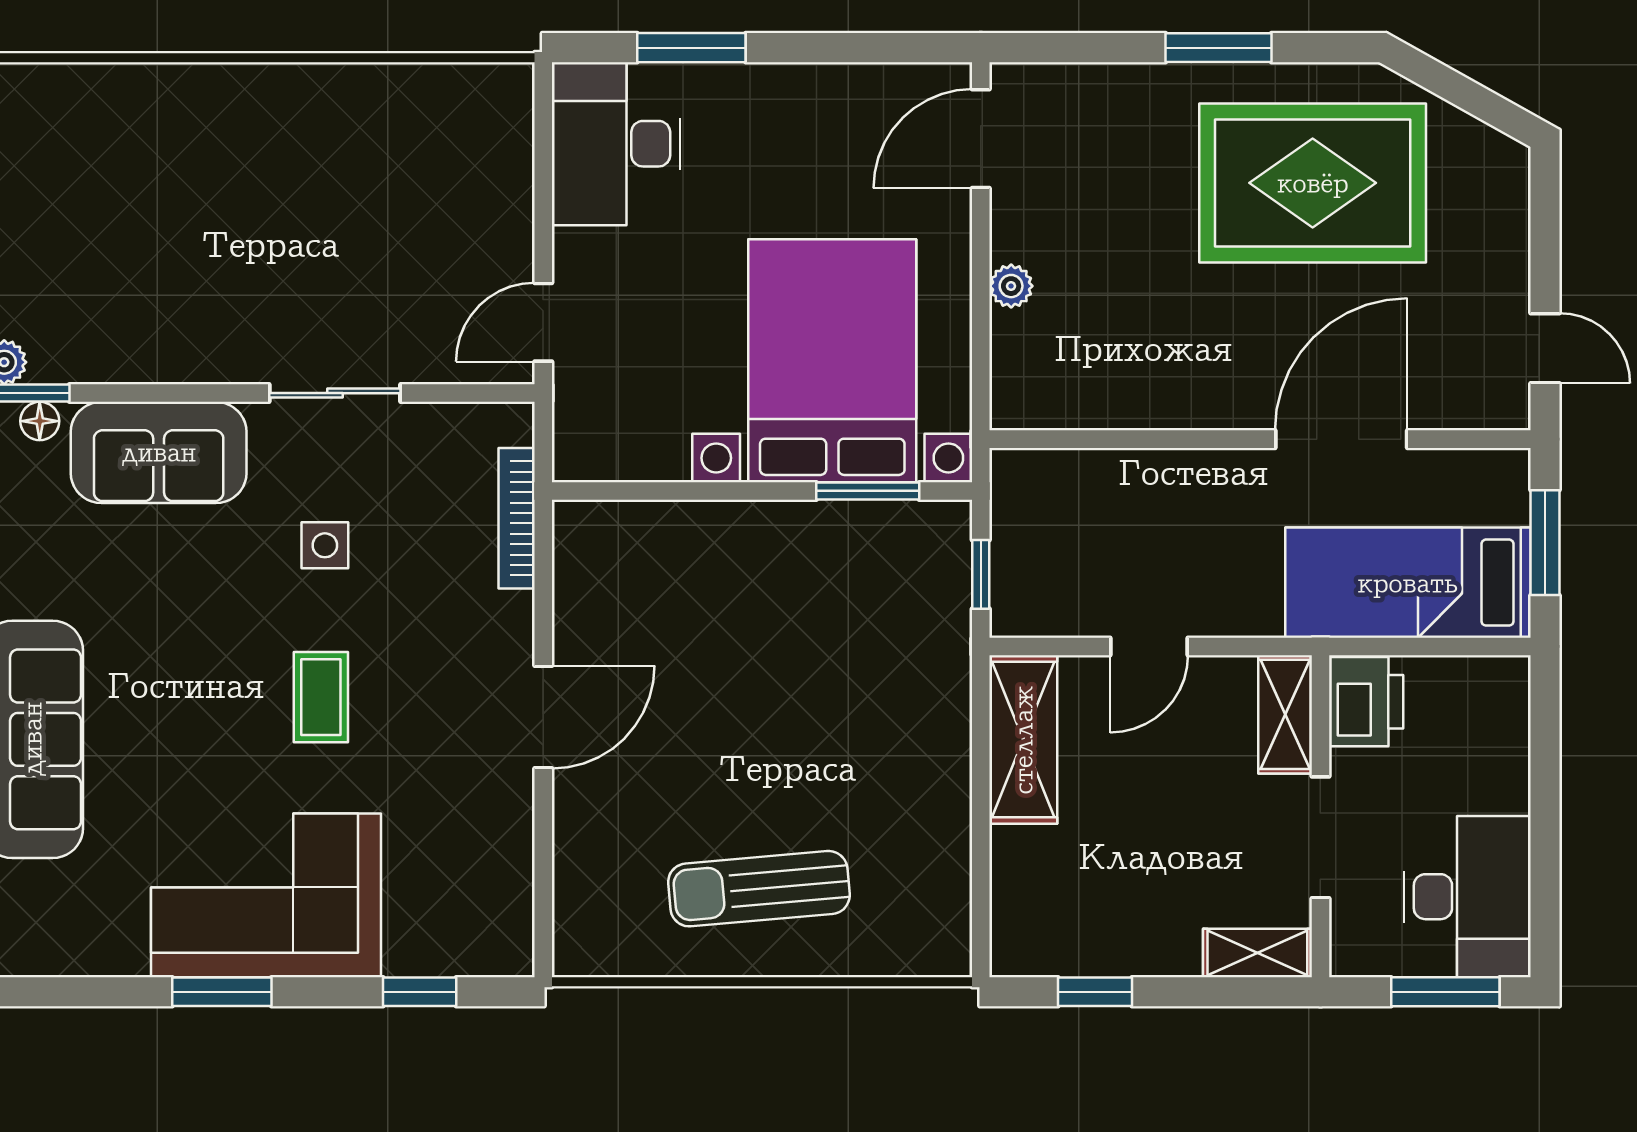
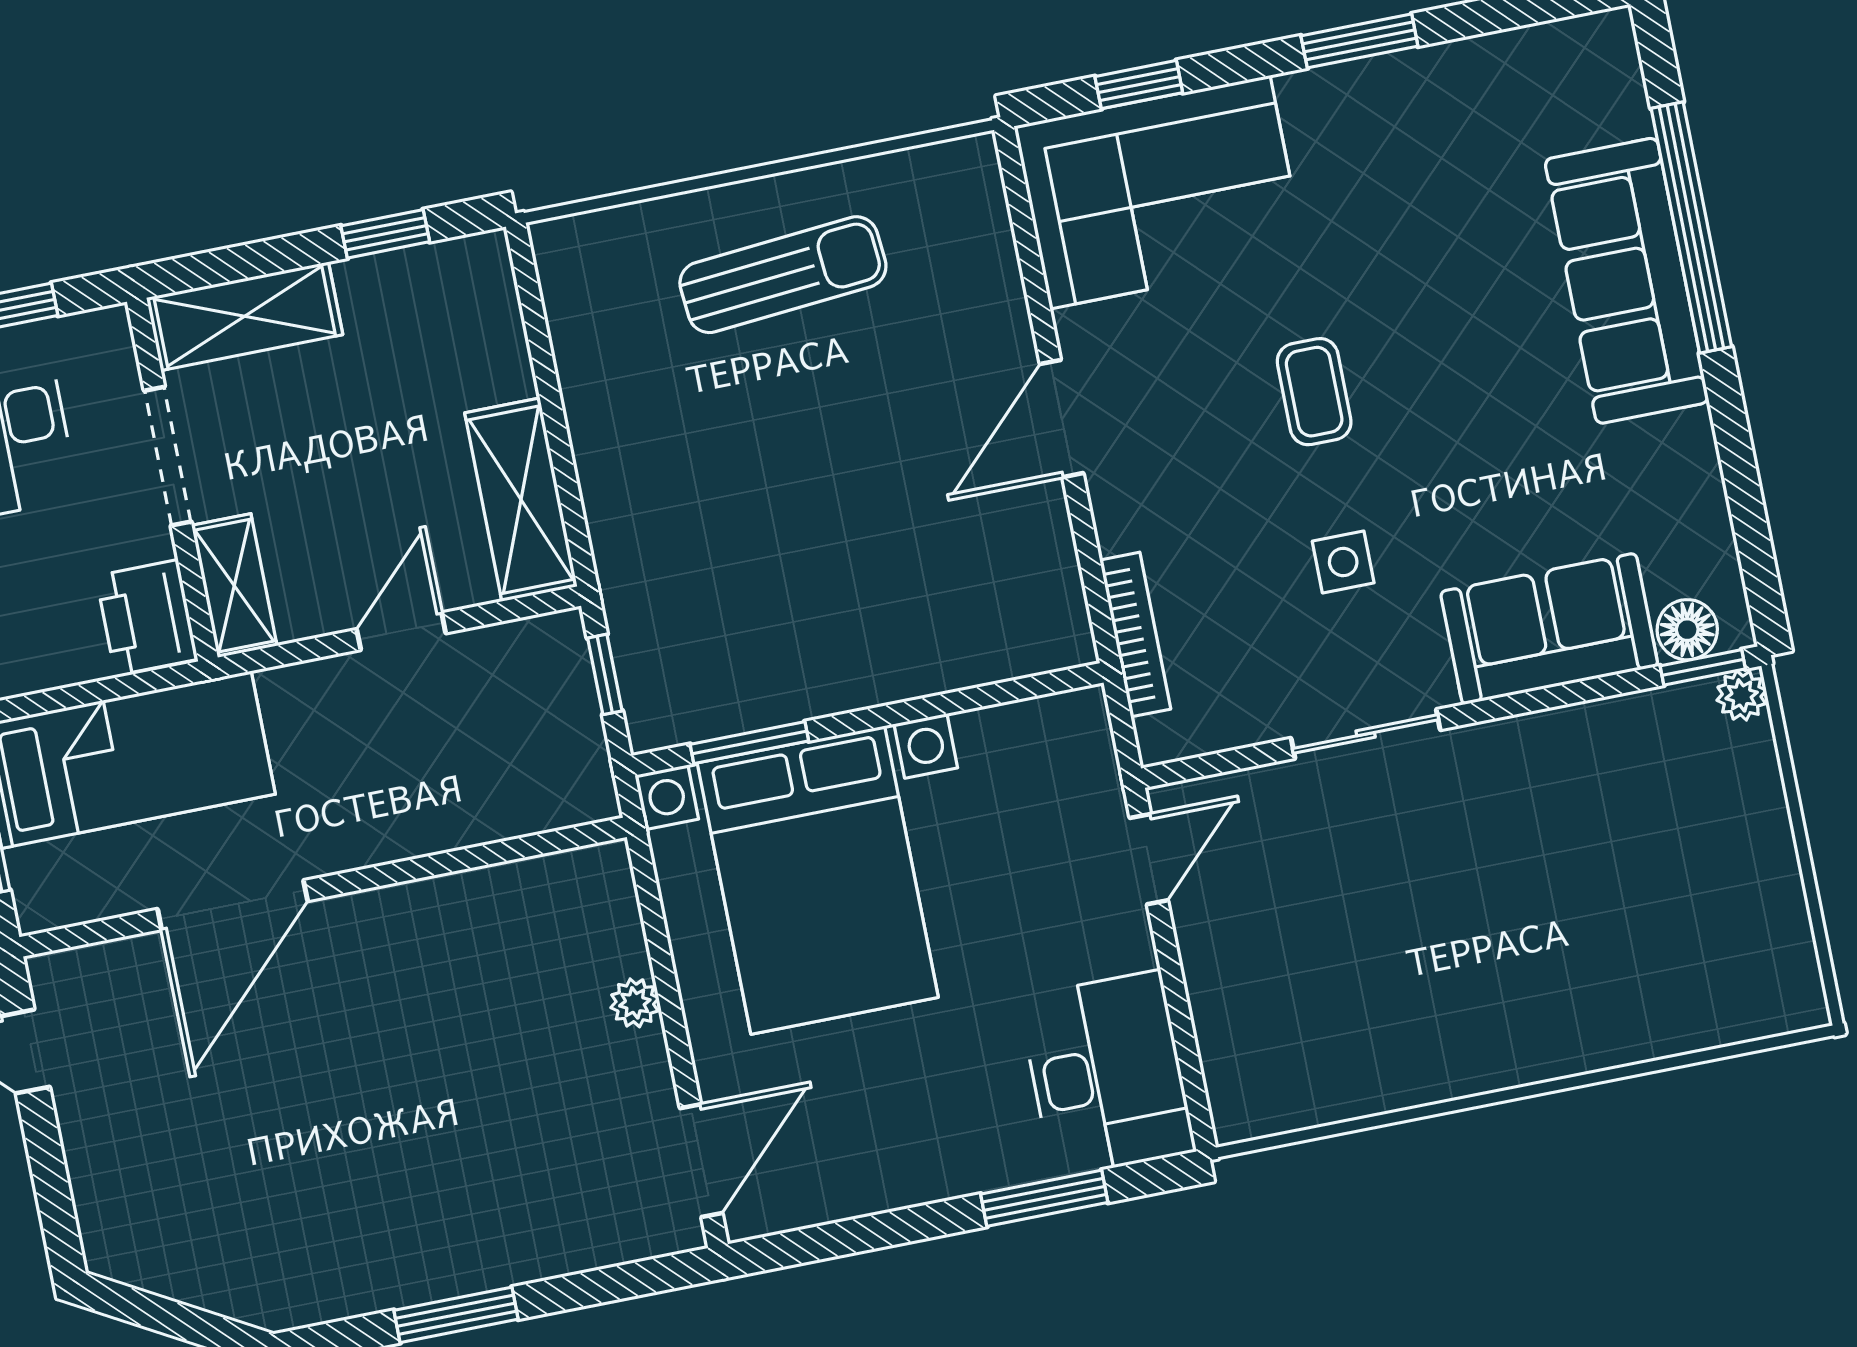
rug: (1313, 183) -> (321, 1185), removed
floor lamp: (40, 421) -> (1687, 630), width x1.37, depth x1.37
corner sofa: (266, 895) -> (1160, 192), moved
shelving: (1257, 953) -> (245, 316), width x1.50, depth x1.33

